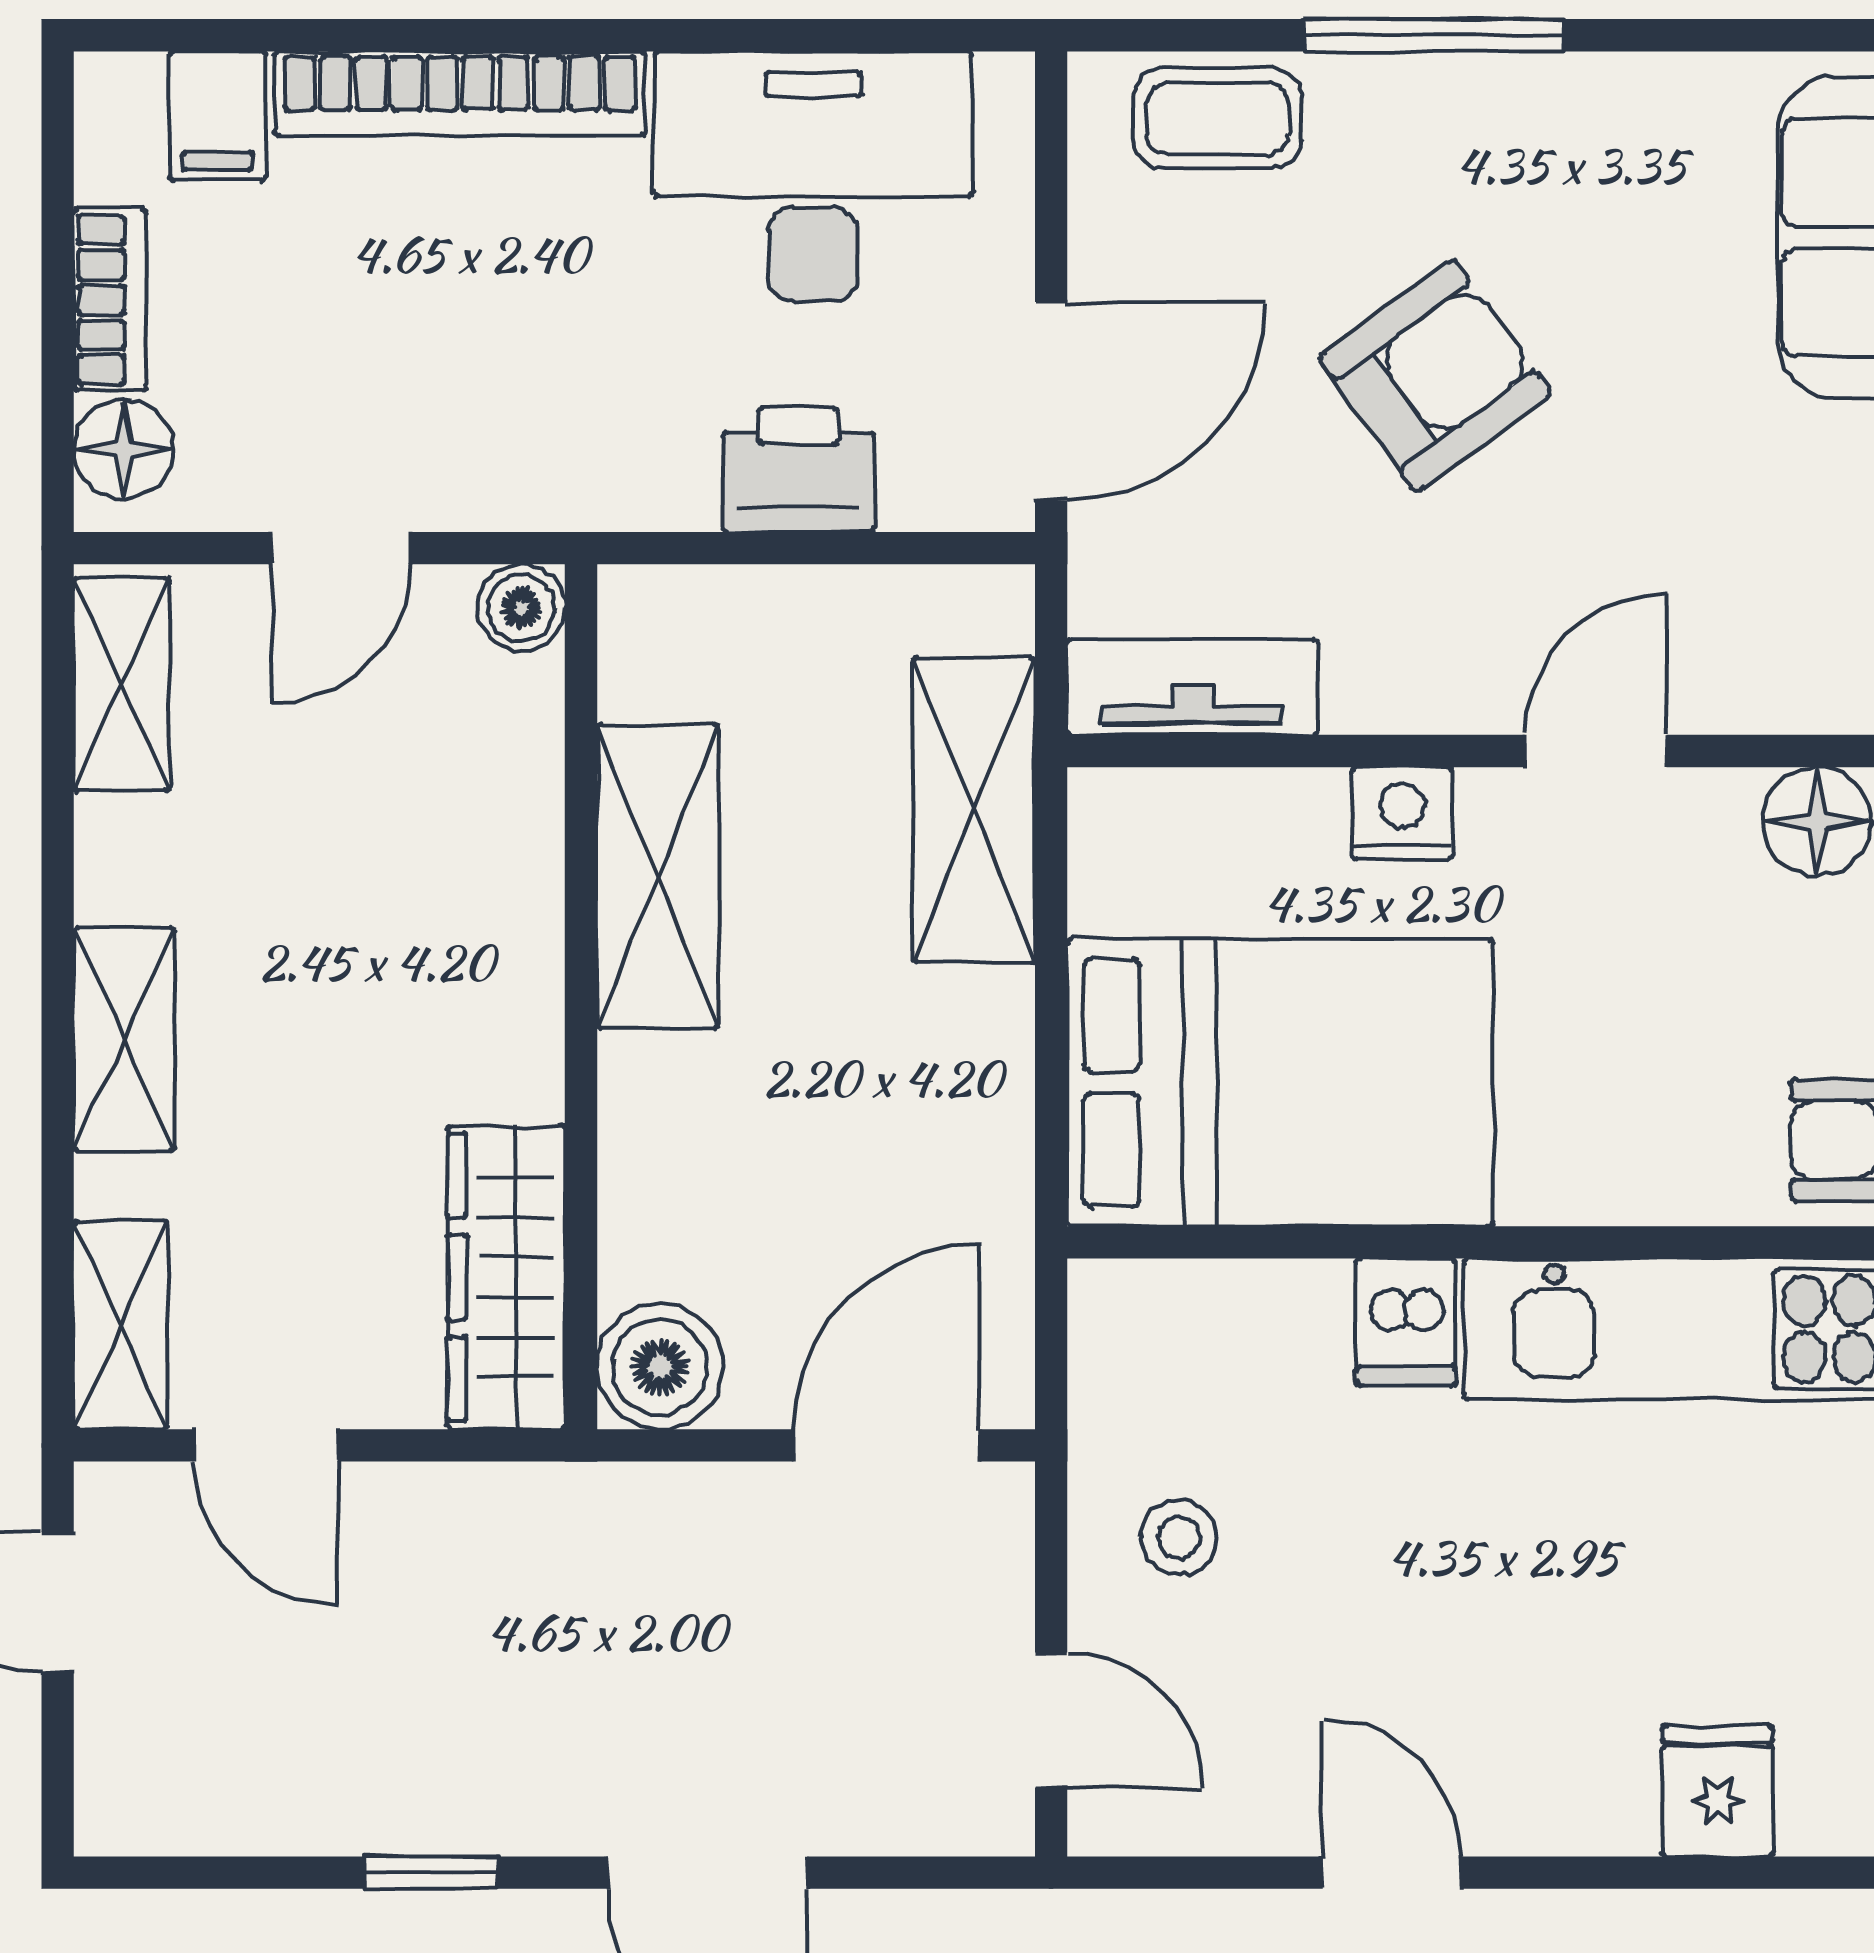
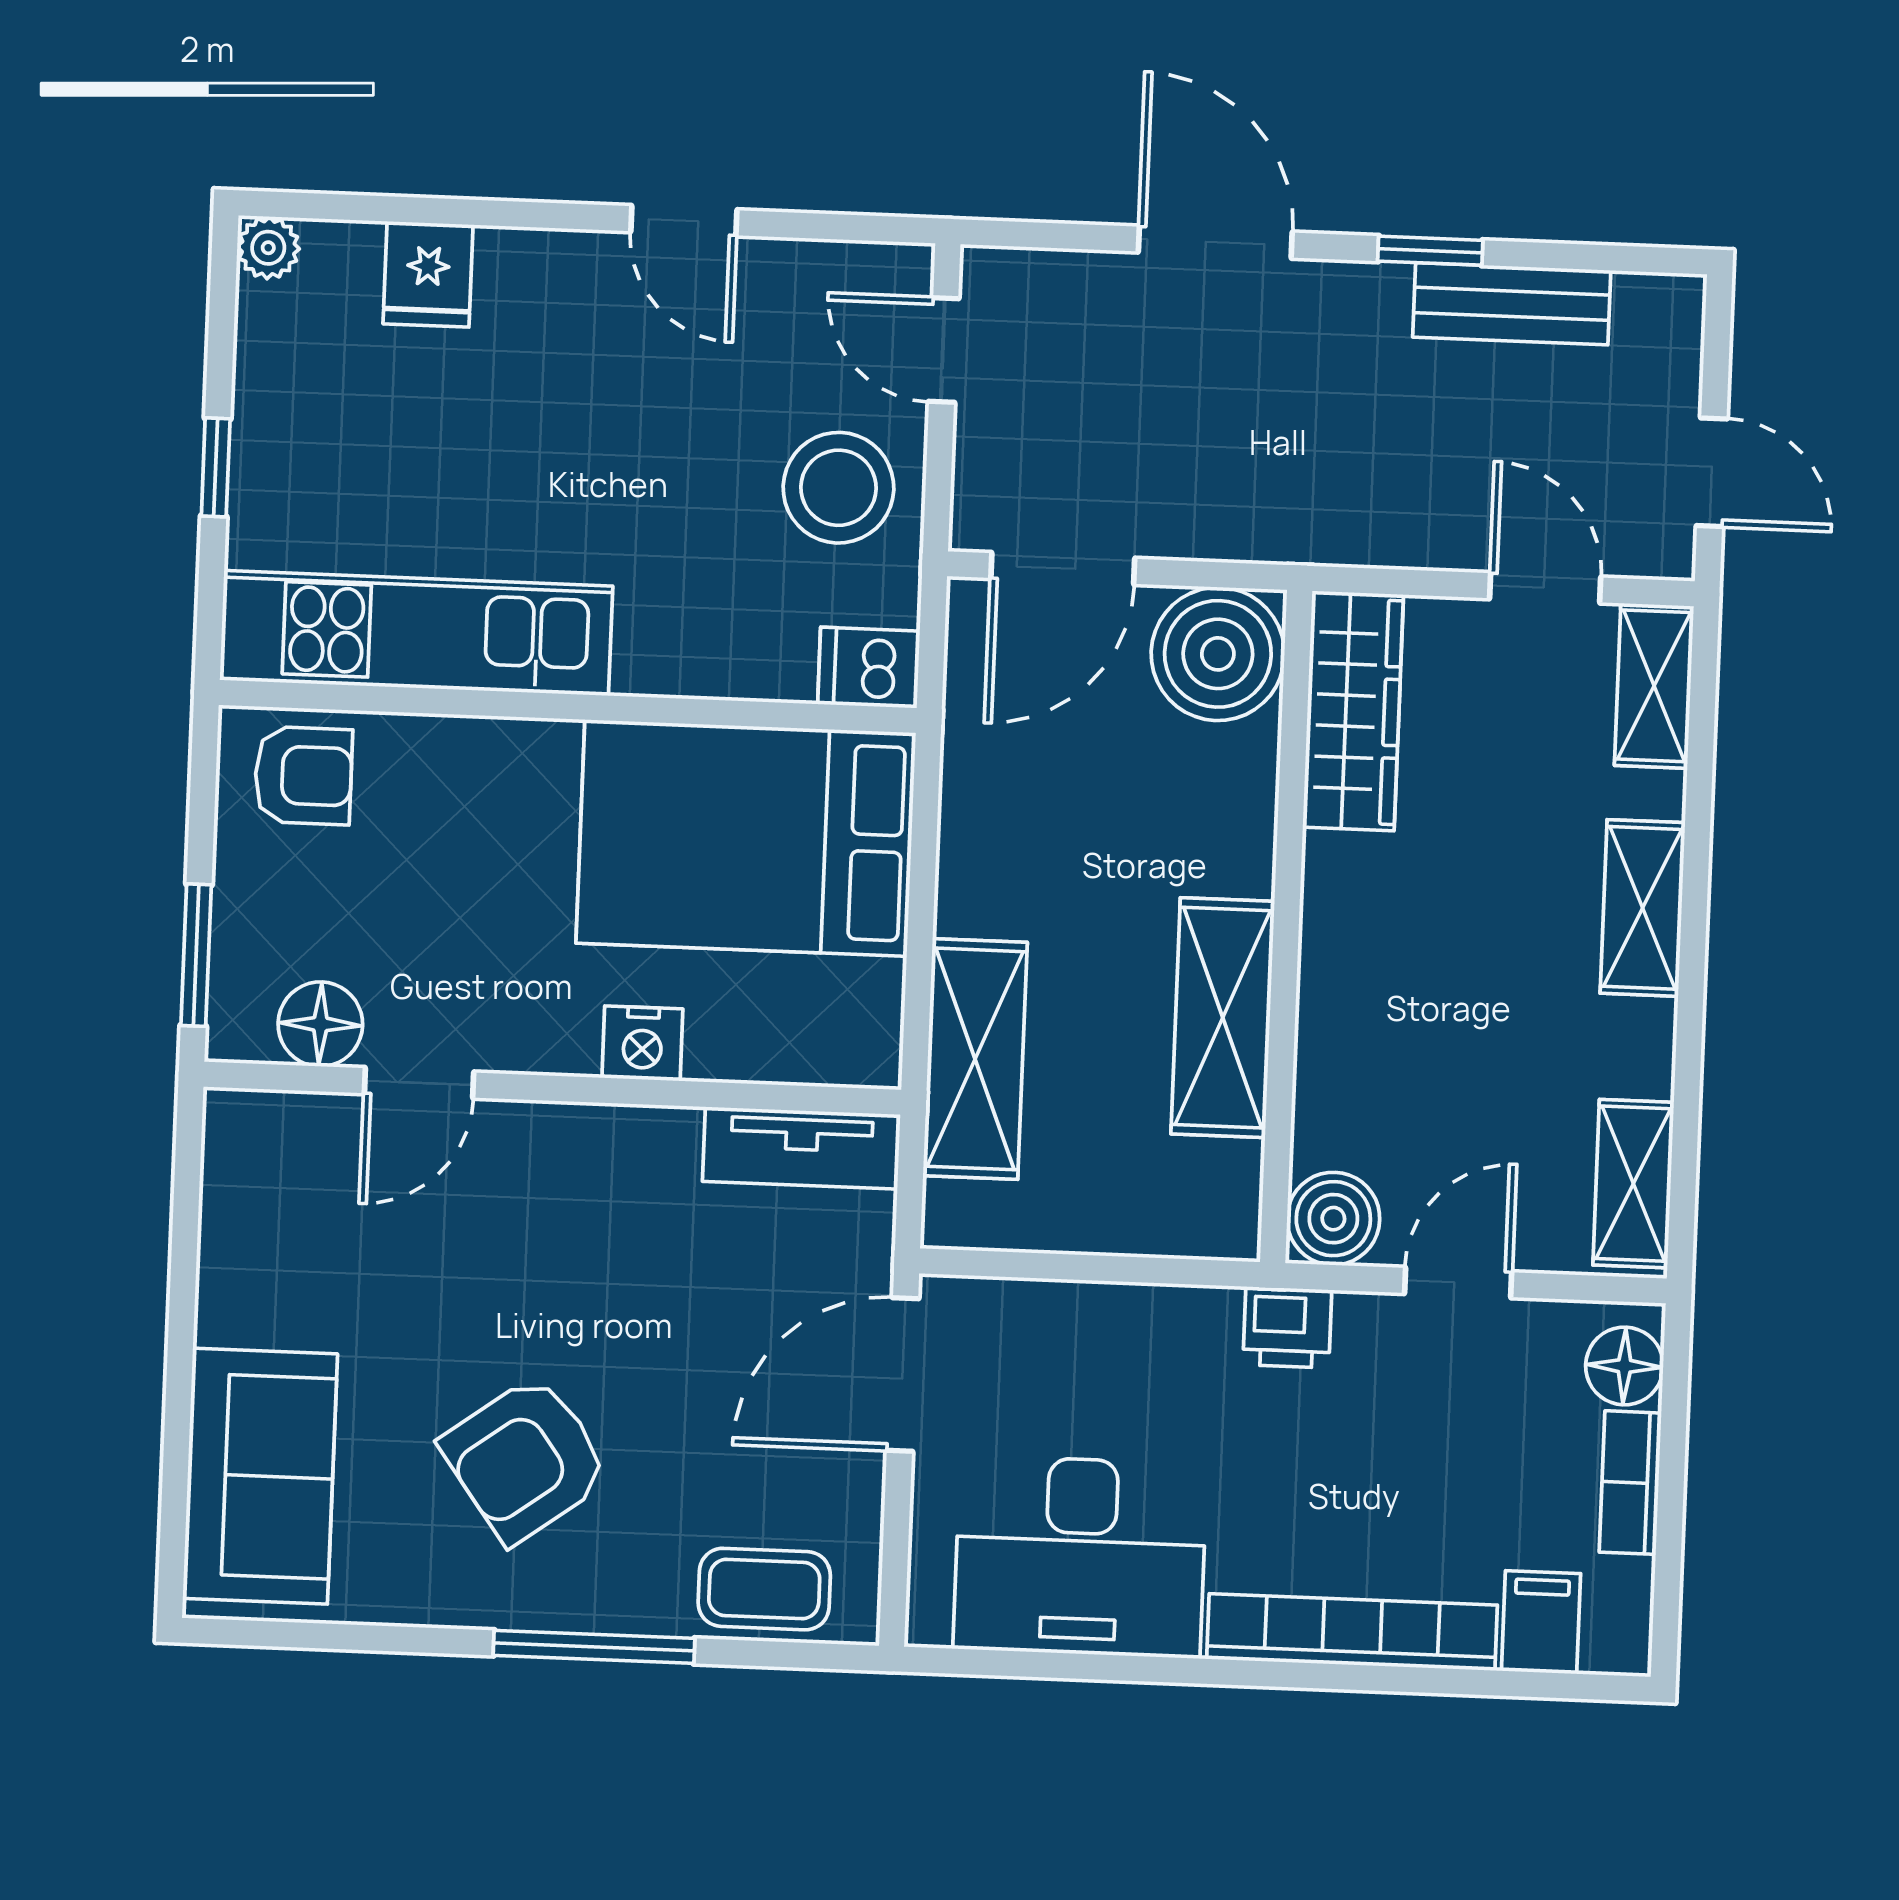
armchair: (1435, 375) -> (525, 1459), moved
printer: (798, 470) -> (1287, 1327), moved, width x0.73, depth x0.81
boiler: (521, 608) -> (1333, 1219), width x1.36, depth x1.36
door: (1596, 751) -> (419, 1083), moved
dishwasher: (1406, 1322) -> (869, 668), moved, turned -90
boiler: (660, 1367) -> (1218, 654), width x1.37, depth x1.37
stool: (1179, 1538) -> (838, 488), width x1.89, depth x1.89
bench: (323, 1809) -> (1512, 304), added

